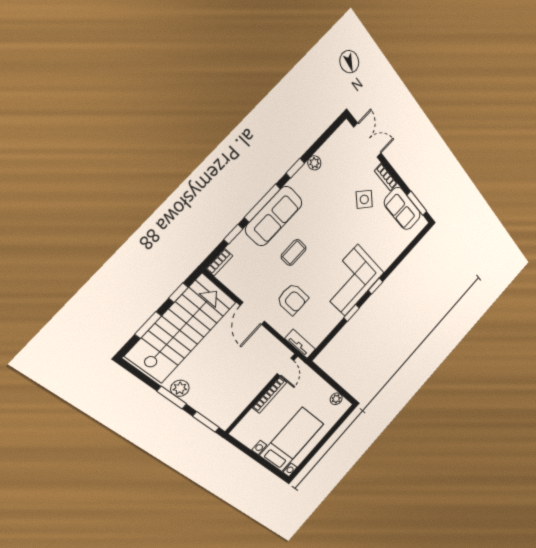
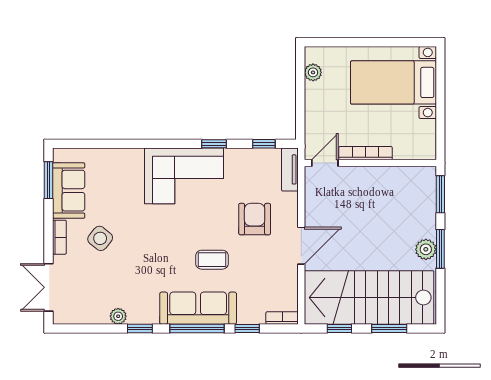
window: (375, 286) -> (264, 144), moved

